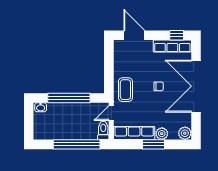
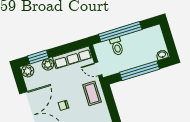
door: (111, 113) -> (98, 69), swing flipped
toilet: (103, 130) -> (117, 46), moved
window: (153, 144) -> (38, 57), moved

